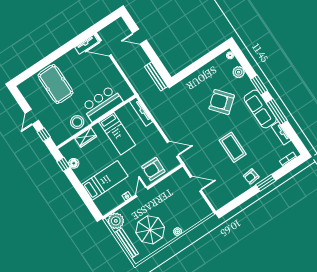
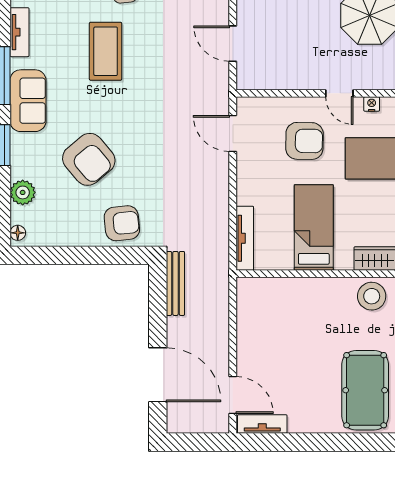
door: (139, 37) -> (158, 375), width x1.87
armchair: (192, 86) -> (122, 223), added
bar counter: (102, 104) -> (305, 299), removed
sofa: (260, 109) -> (28, 101), width x0.73
coffee table: (233, 147) -> (106, 51), moved
armchair: (153, 169) -> (304, 141), moved
door: (142, 192) -> (339, 93), hinge flipped

